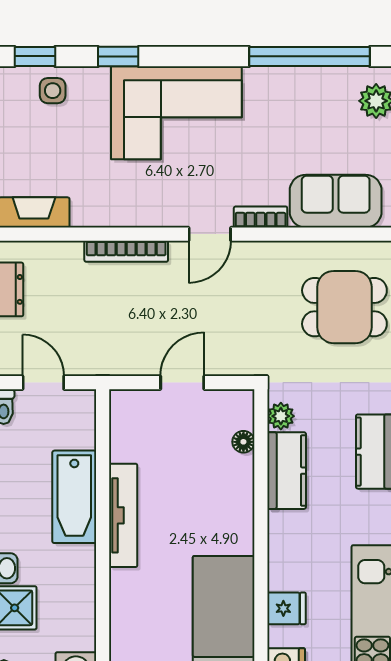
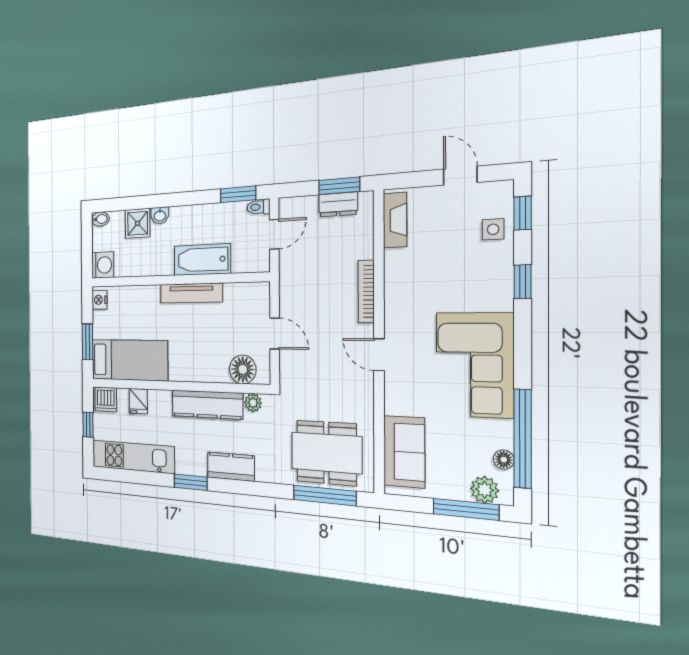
floor lamp: (337, 78) -> (504, 460), added
corner sofa: (176, 113) -> (475, 365), moved
bookcase: (261, 217) -> (392, 394), removed
dining table: (344, 307) -> (326, 453), width x1.38
floor lamp: (243, 442) -> (243, 369), width x1.89, depth x1.89
kitchen counter: (287, 471) -> (207, 405), width x1.50

